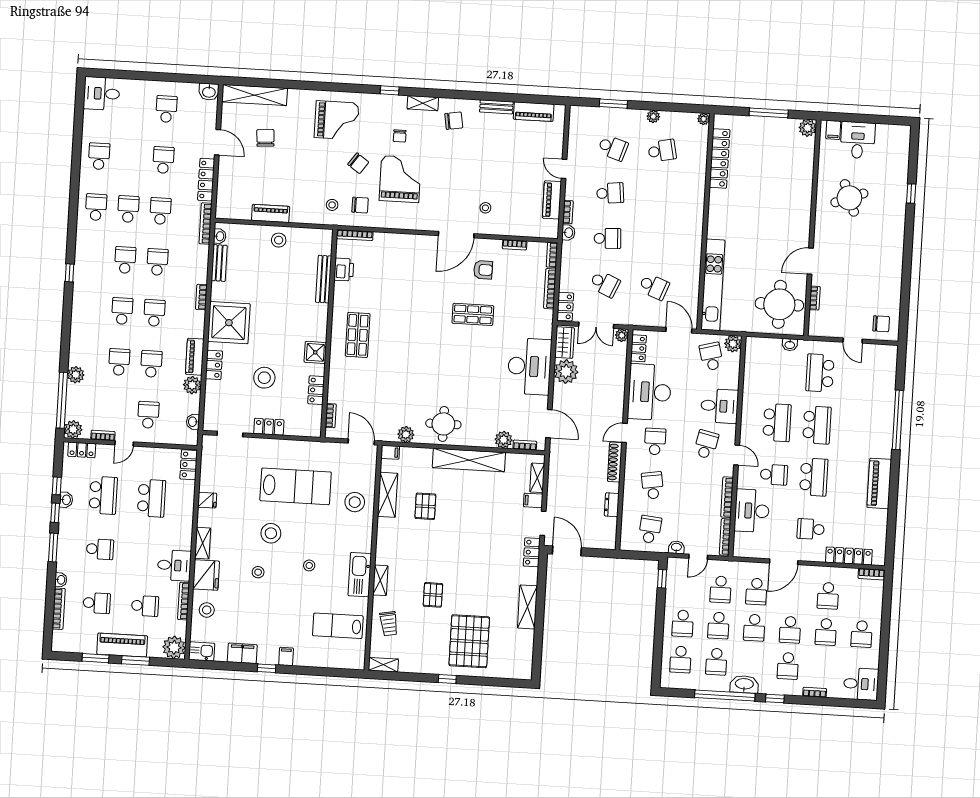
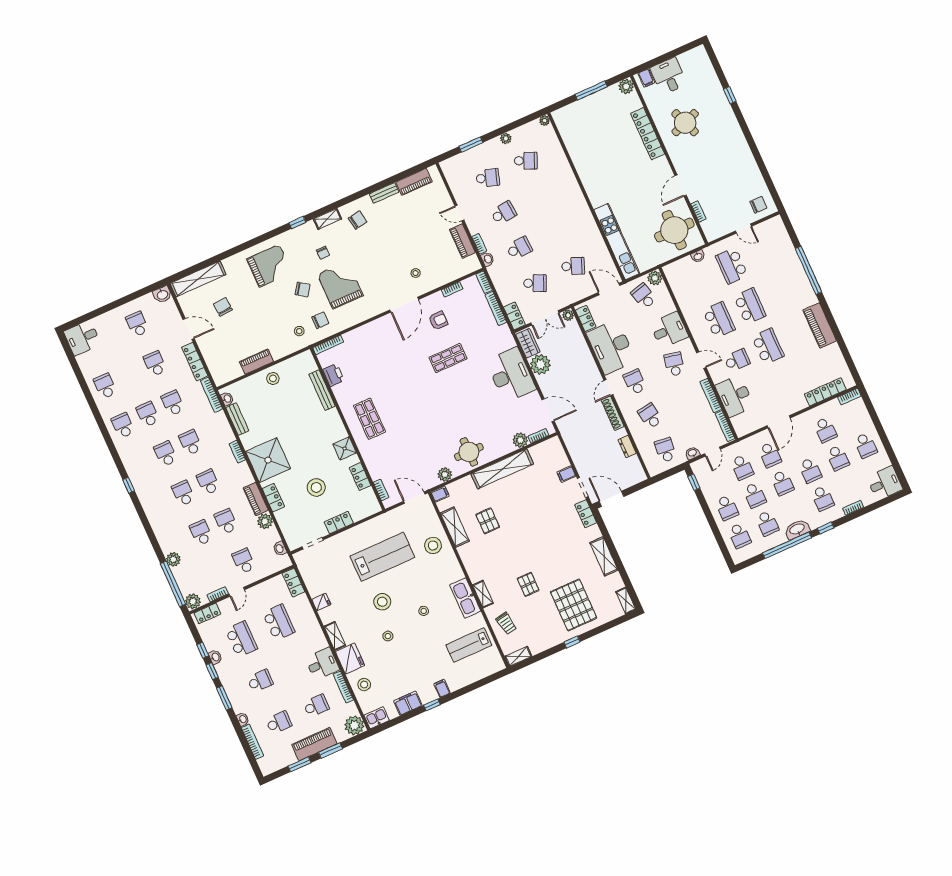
school desk: (662, 151) -> (526, 161), turned 36
locker: (720, 158) -> (648, 134), moved, turned 180
shelving: (537, 478) -> (626, 601), moved
school desk: (811, 529) -> (786, 387), removed

